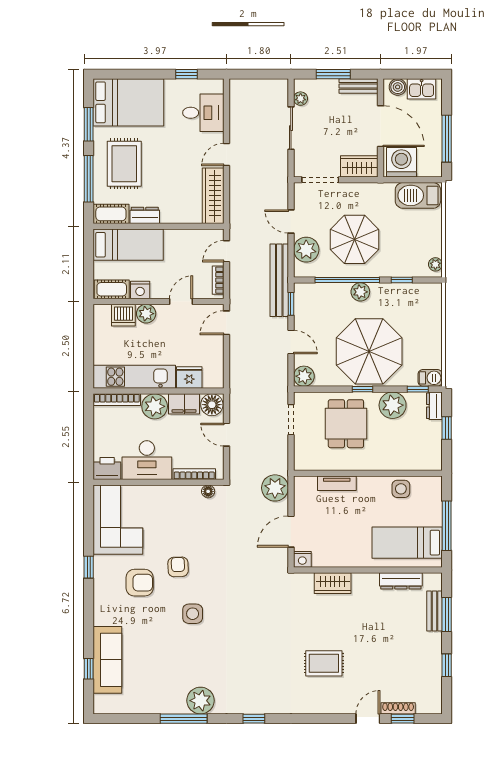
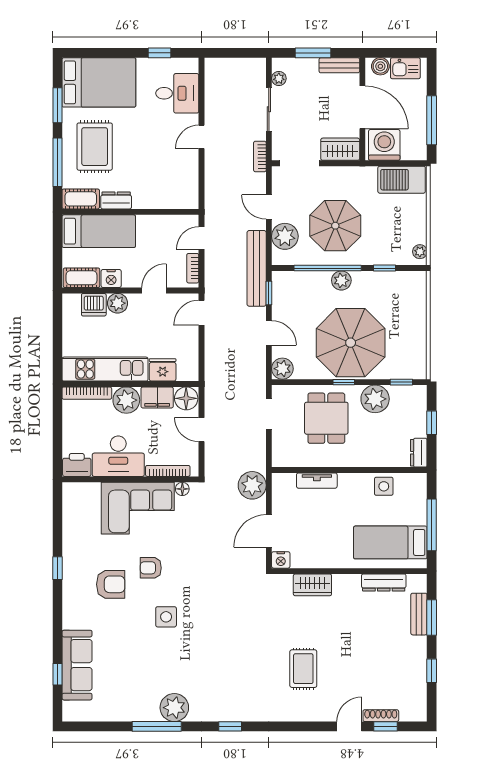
bookcase: (282, 173) -> (260, 156), added
wardrobe: (213, 196) -> (187, 180), removed
barbecue: (430, 378) -> (414, 370), removed
dresser: (434, 406) -> (419, 453), moved
corner sofa: (118, 520) -> (138, 508), moved, turned 90
armchair: (178, 567) -> (151, 568), turned -88
rug: (324, 663) -> (303, 669), turned 90

